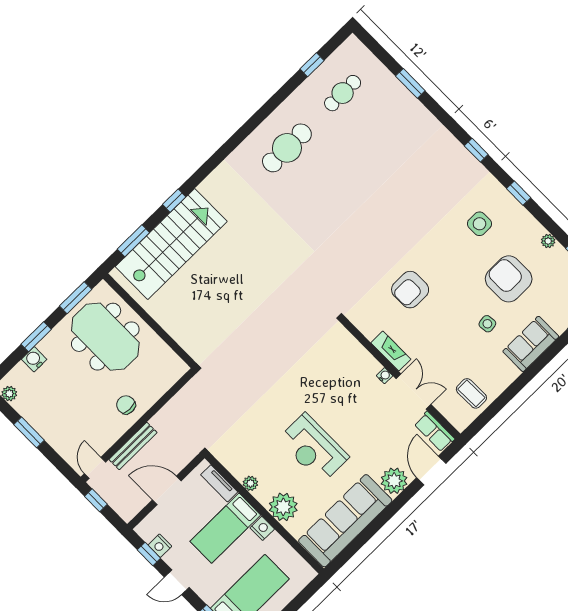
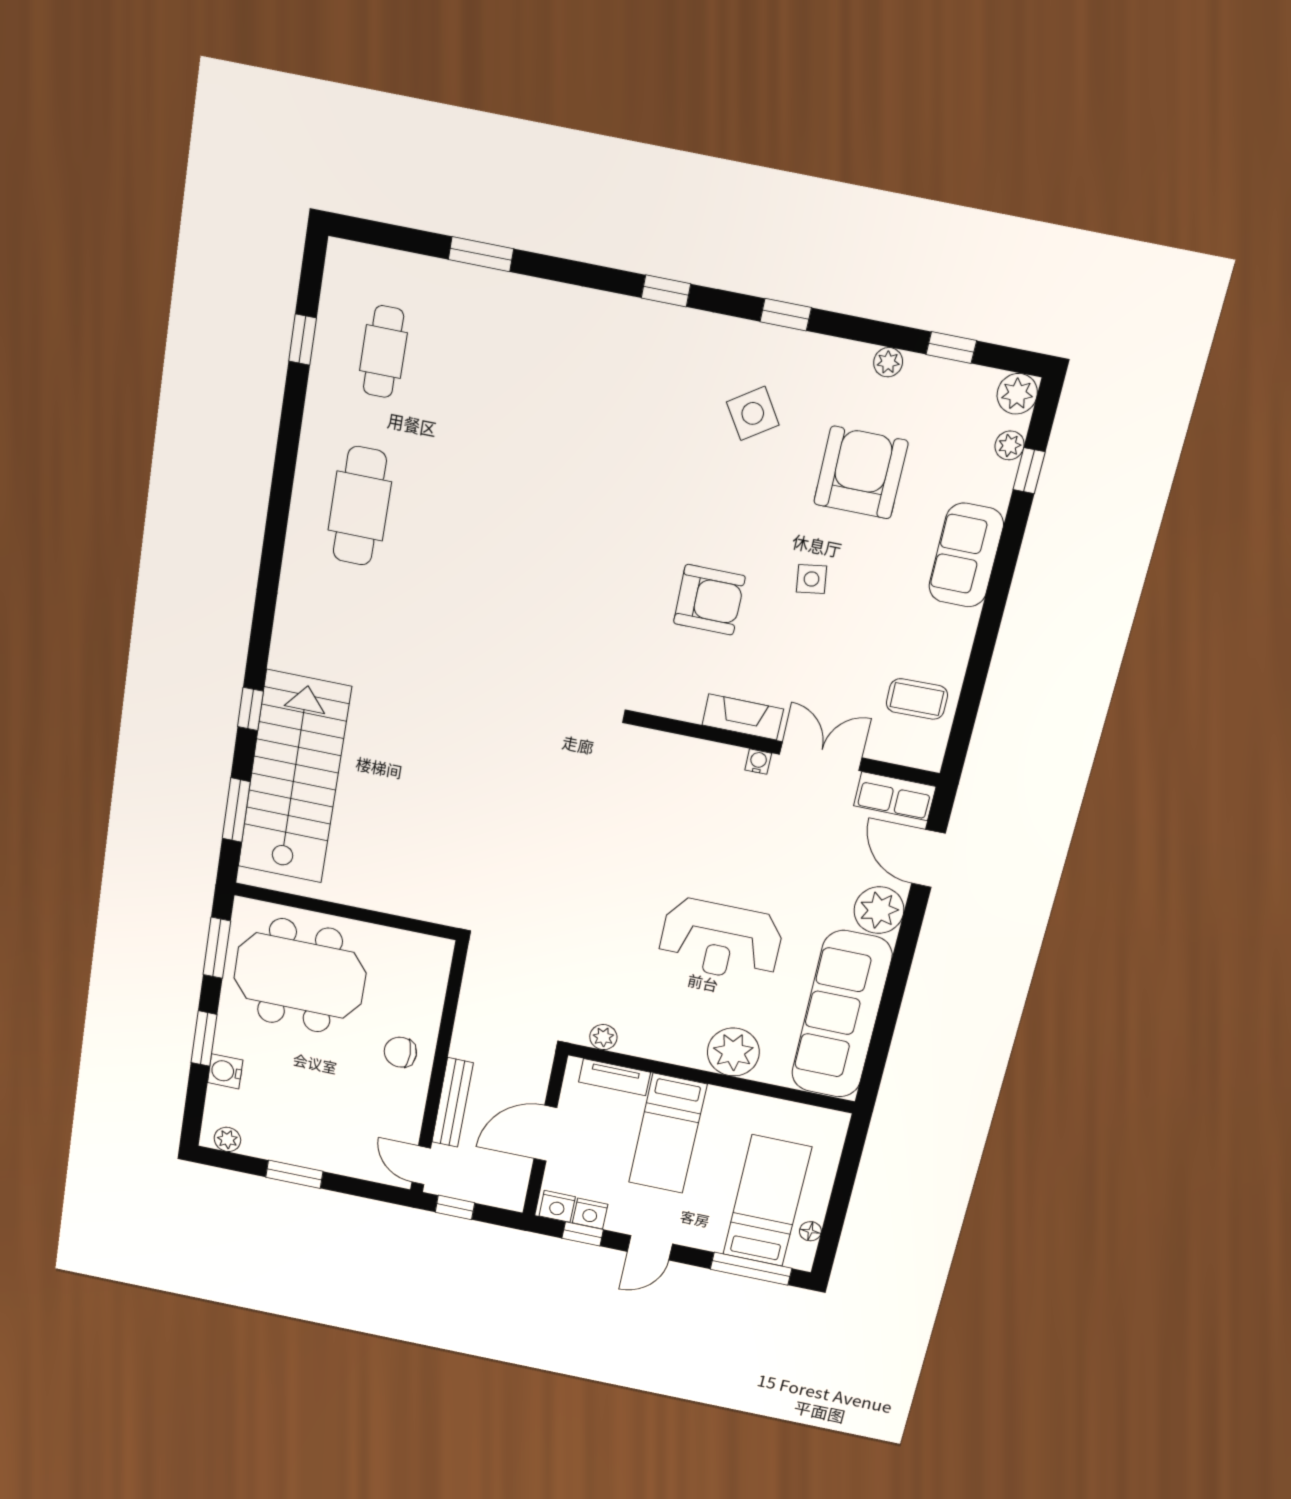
side table: (479, 224) -> (753, 413), turned -33
armchair: (509, 279) -> (861, 473), turned 90
armchair: (410, 290) -> (709, 600), turned -90
side table: (487, 324) -> (812, 579), moved
plant: (250, 483) -> (603, 1037), moved
nightstand: (262, 528) -> (557, 1206), moved, turned 180

